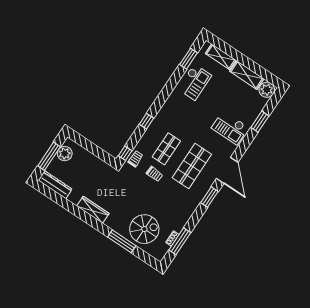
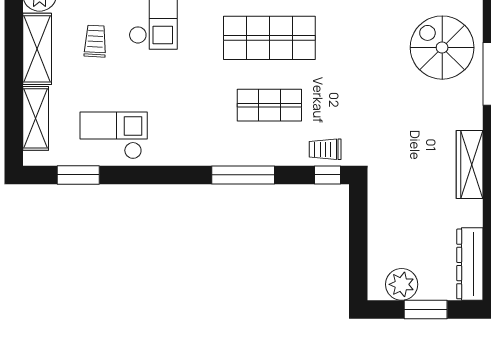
window: (147, 121) -> (243, 175), width x2.17
window: (49, 156) -> (426, 310), width x0.69
trolley: (154, 174) -> (95, 41), moved

